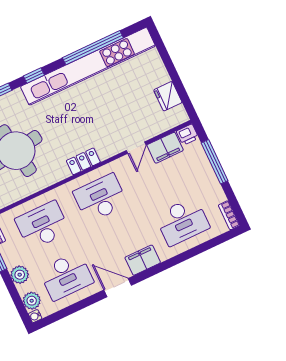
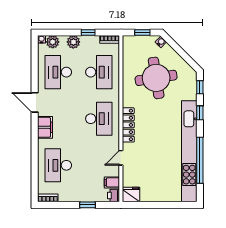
fridge: (168, 96) -> (131, 195), moved
door: (136, 148) -> (121, 158), hinge flipped
filing cabinet: (165, 148) -> (112, 182), width x0.50
locker: (83, 161) -> (128, 125), width x1.53
window: (215, 162) -> (87, 205), width x0.46
door: (118, 288) -> (35, 102), swing flipped

